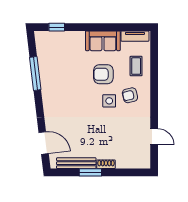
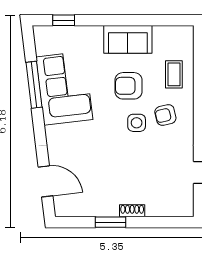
tv unit: (135, 36) -> (172, 33), removed
corner sofa: (57, 76) -> (64, 88), added
bench: (76, 163) -> (91, 209), removed

